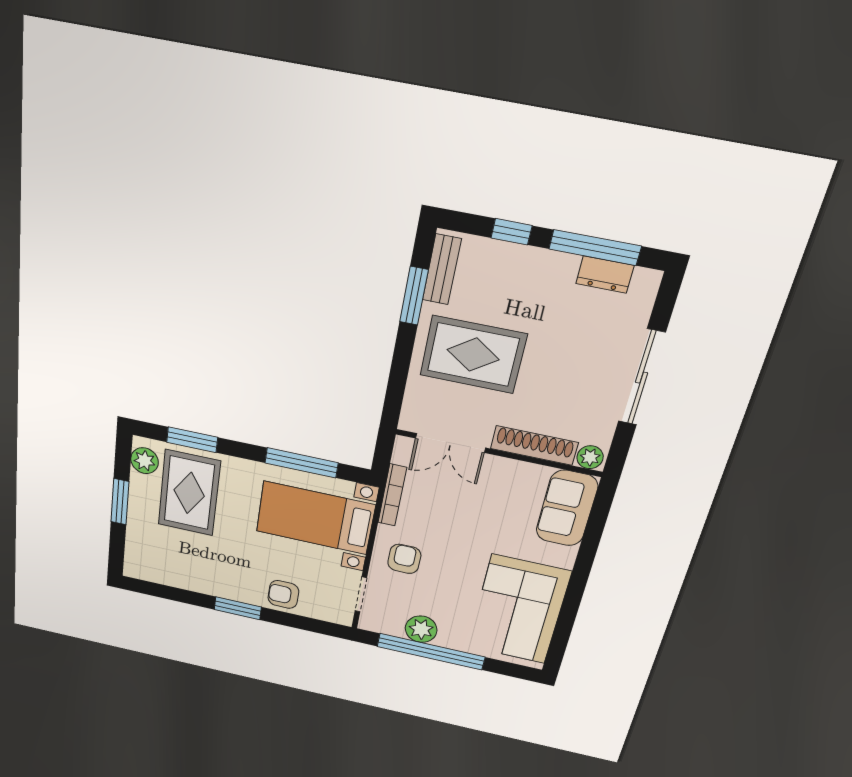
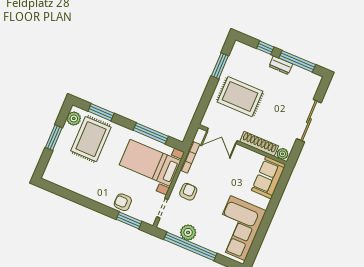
bench: (442, 270) -> (234, 57), removed
dresser: (605, 274) -> (281, 65), moved
window: (238, 608) -> (129, 220), moved

